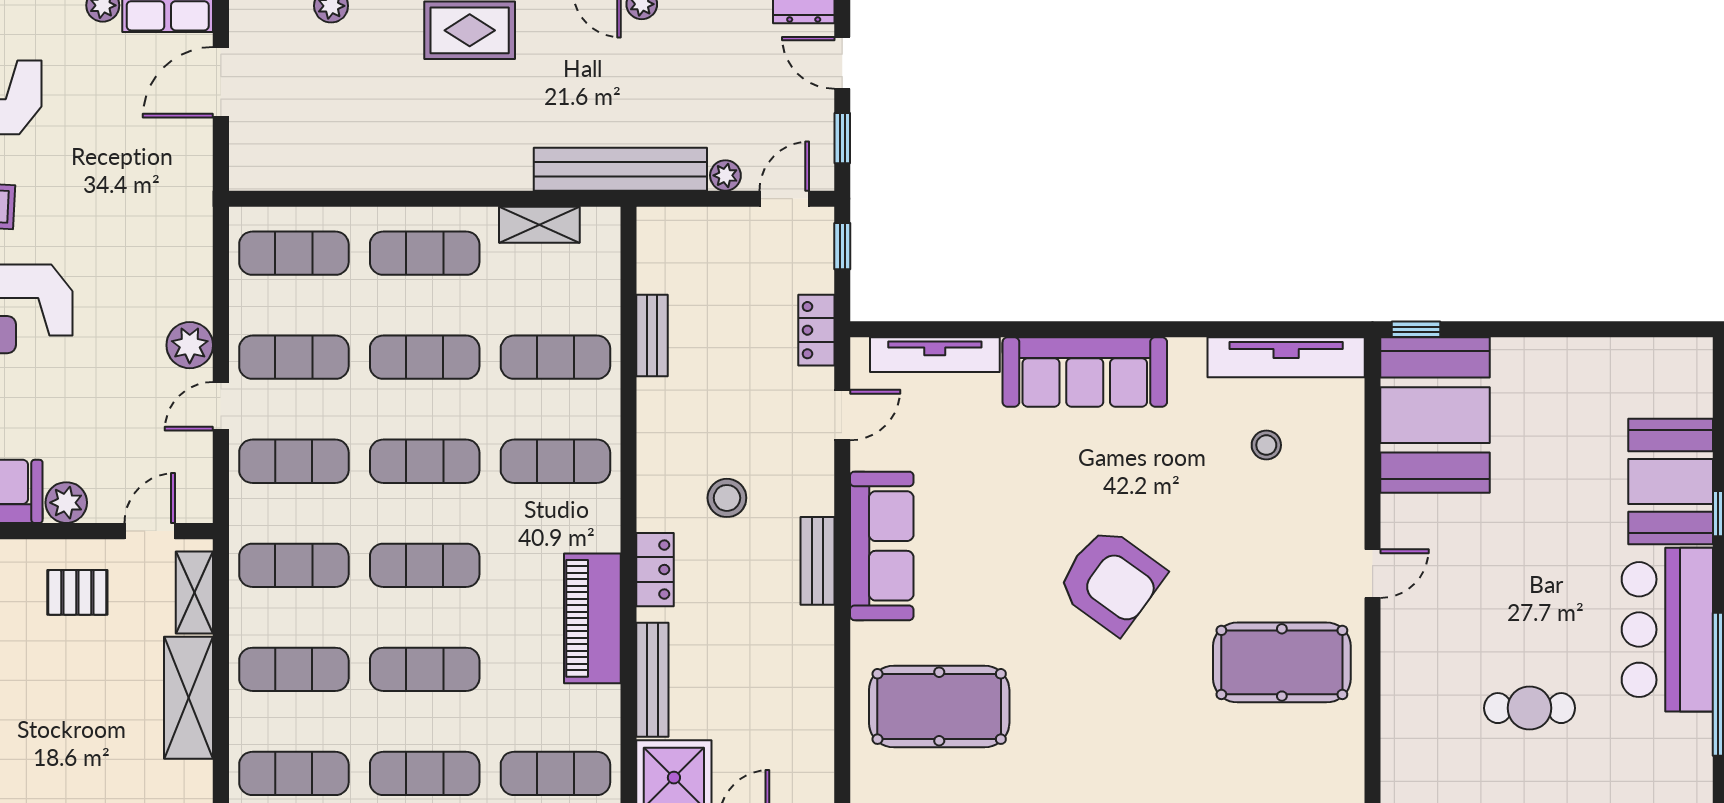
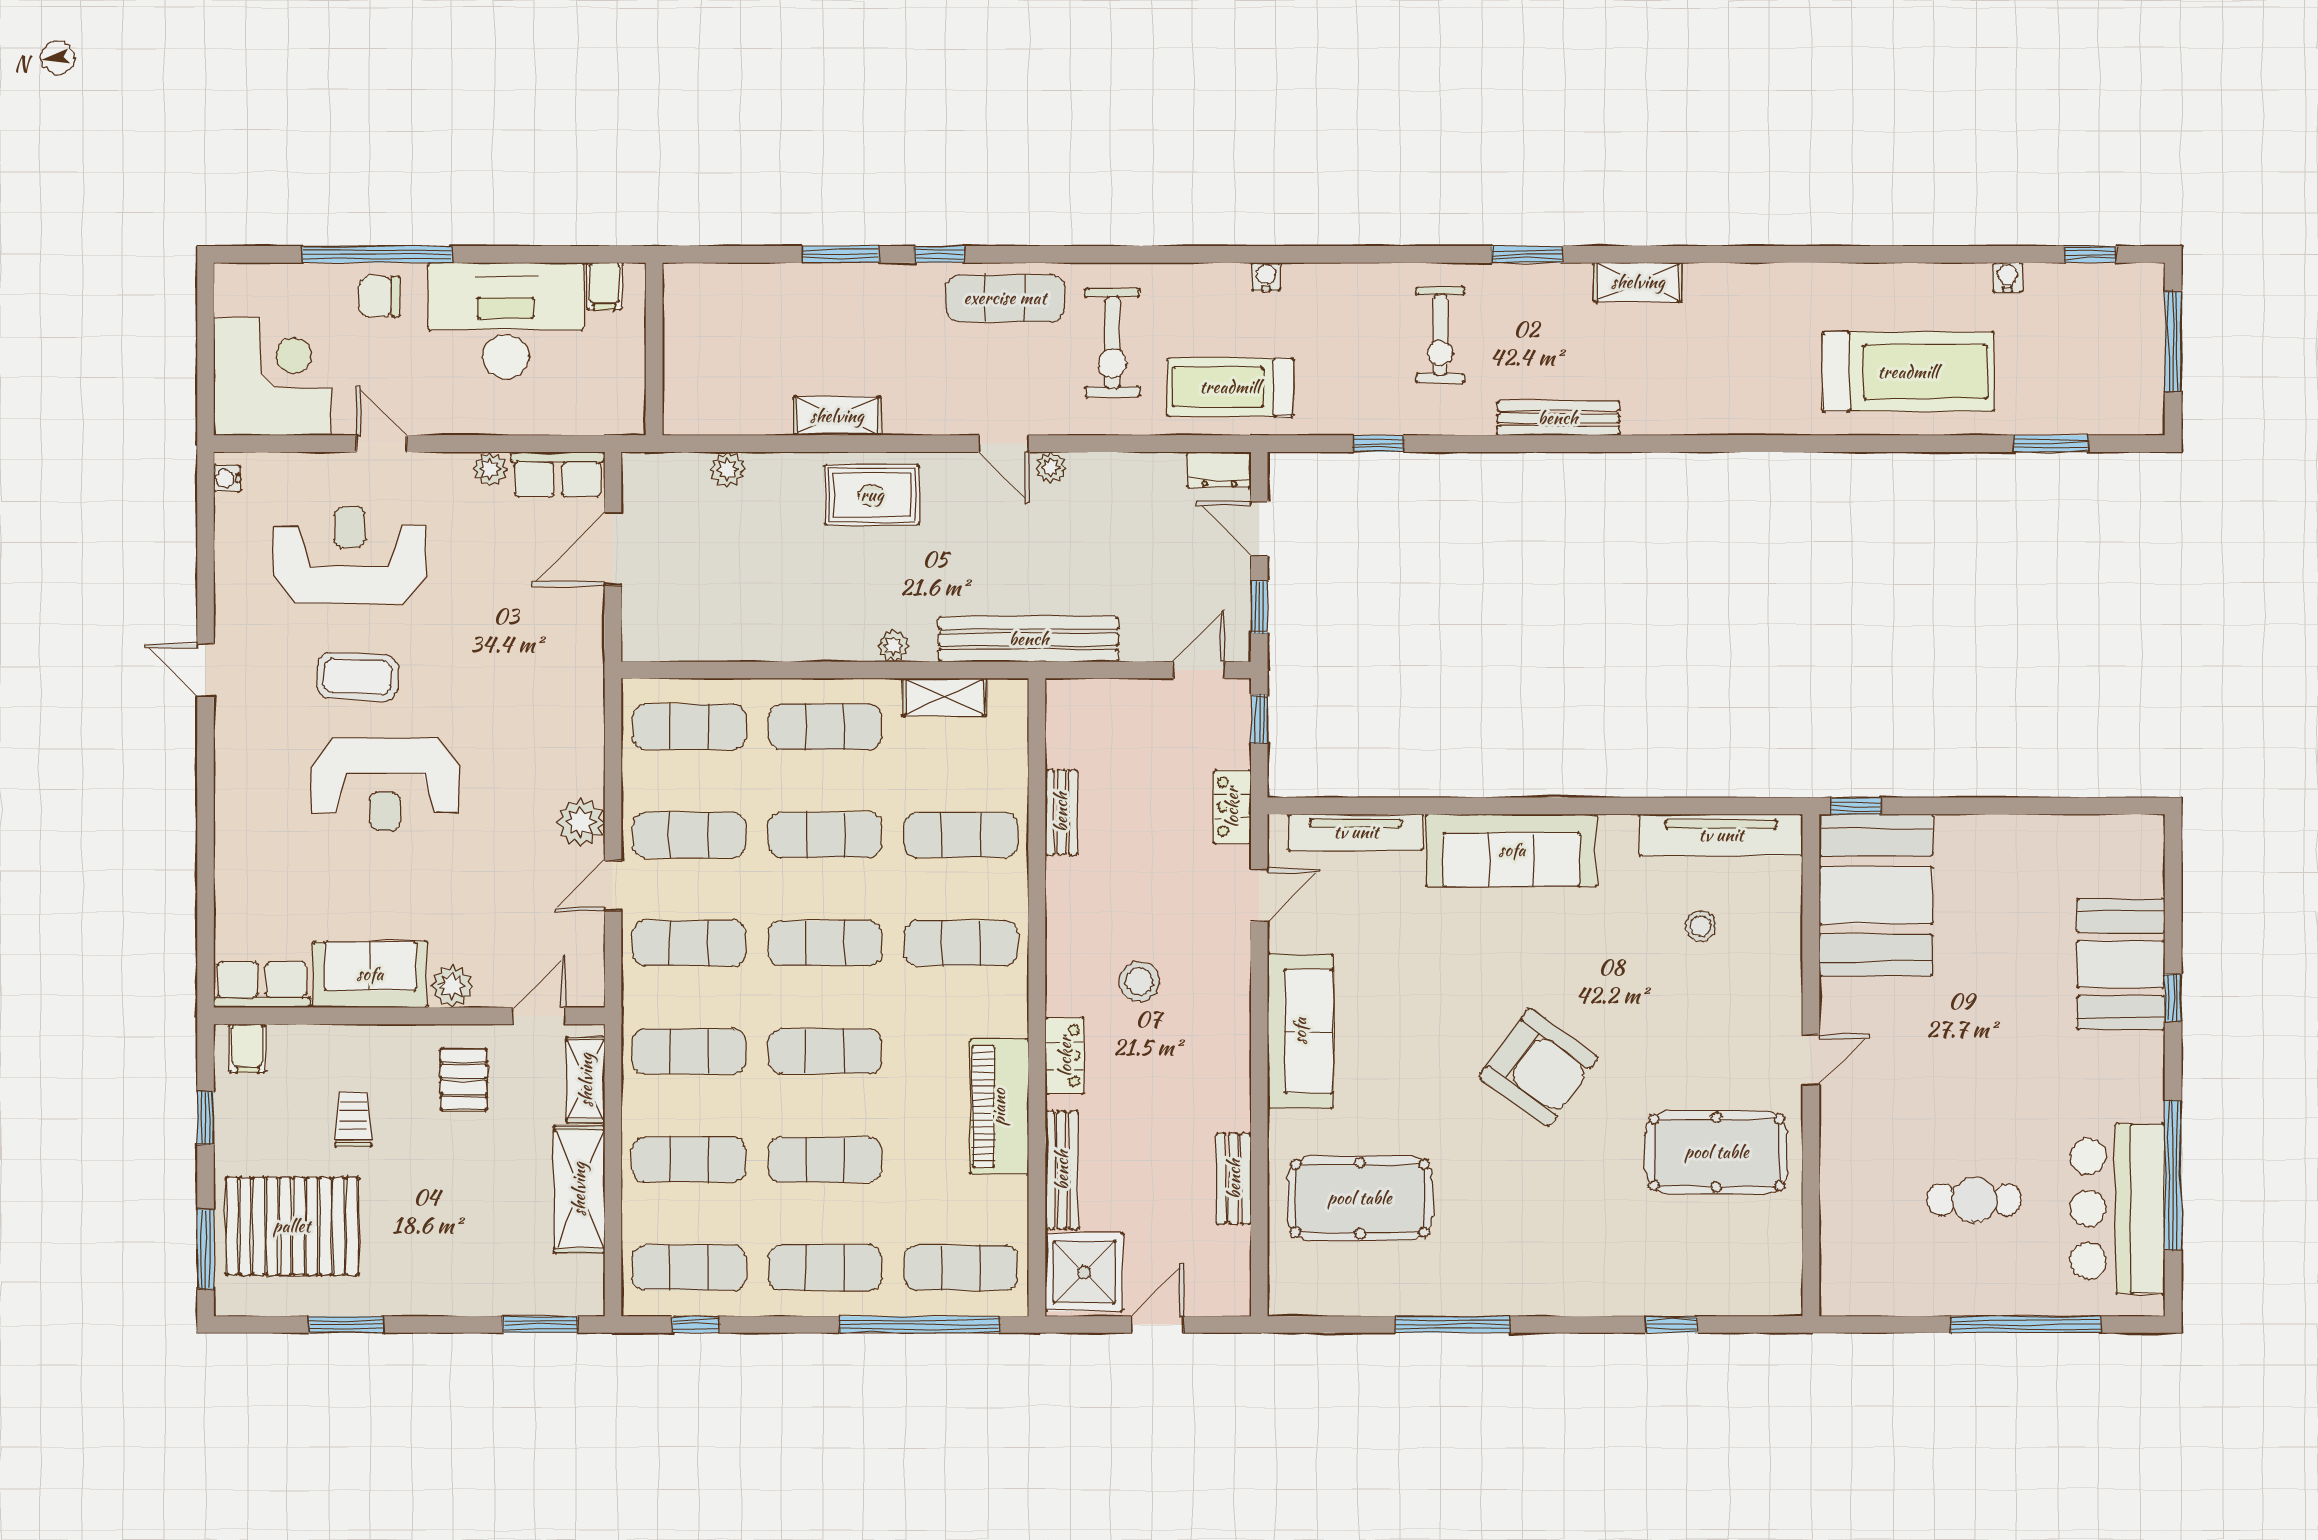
plant: (725, 175) -> (893, 646), moved
bench: (817, 561) -> (1234, 1179), moved
pallet: (77, 592) -> (464, 1079), turned 90
bar counter: (1667, 630) -> (2117, 1209), moved

